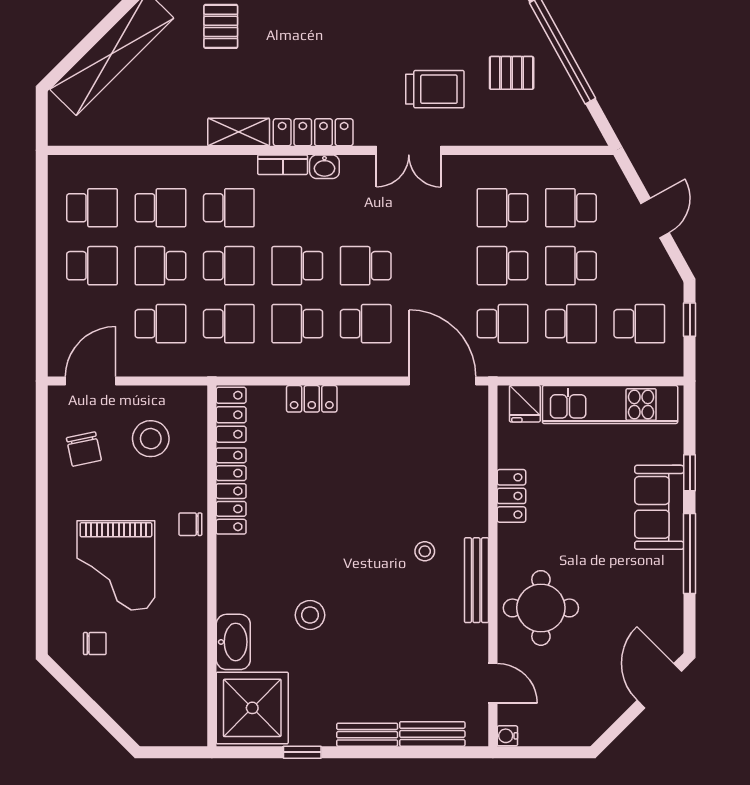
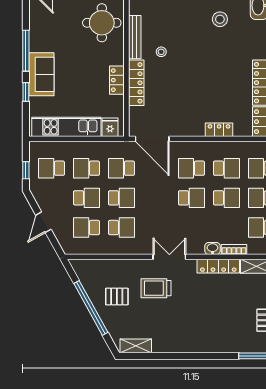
school desk: (571, 208) -> (86, 228), turned 180
locker: (474, 491) -> (136, 83), added

